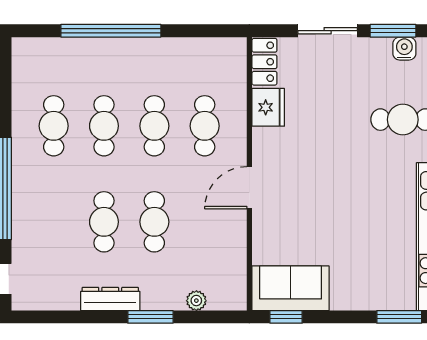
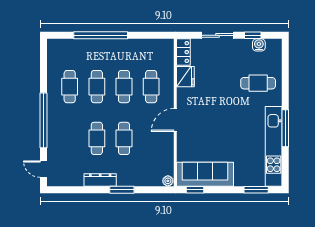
window: (393, 31) -> (253, 35), width x0.67
sofa: (291, 288) -> (205, 174), width x1.36
plant: (196, 301) -> (168, 181), moved

